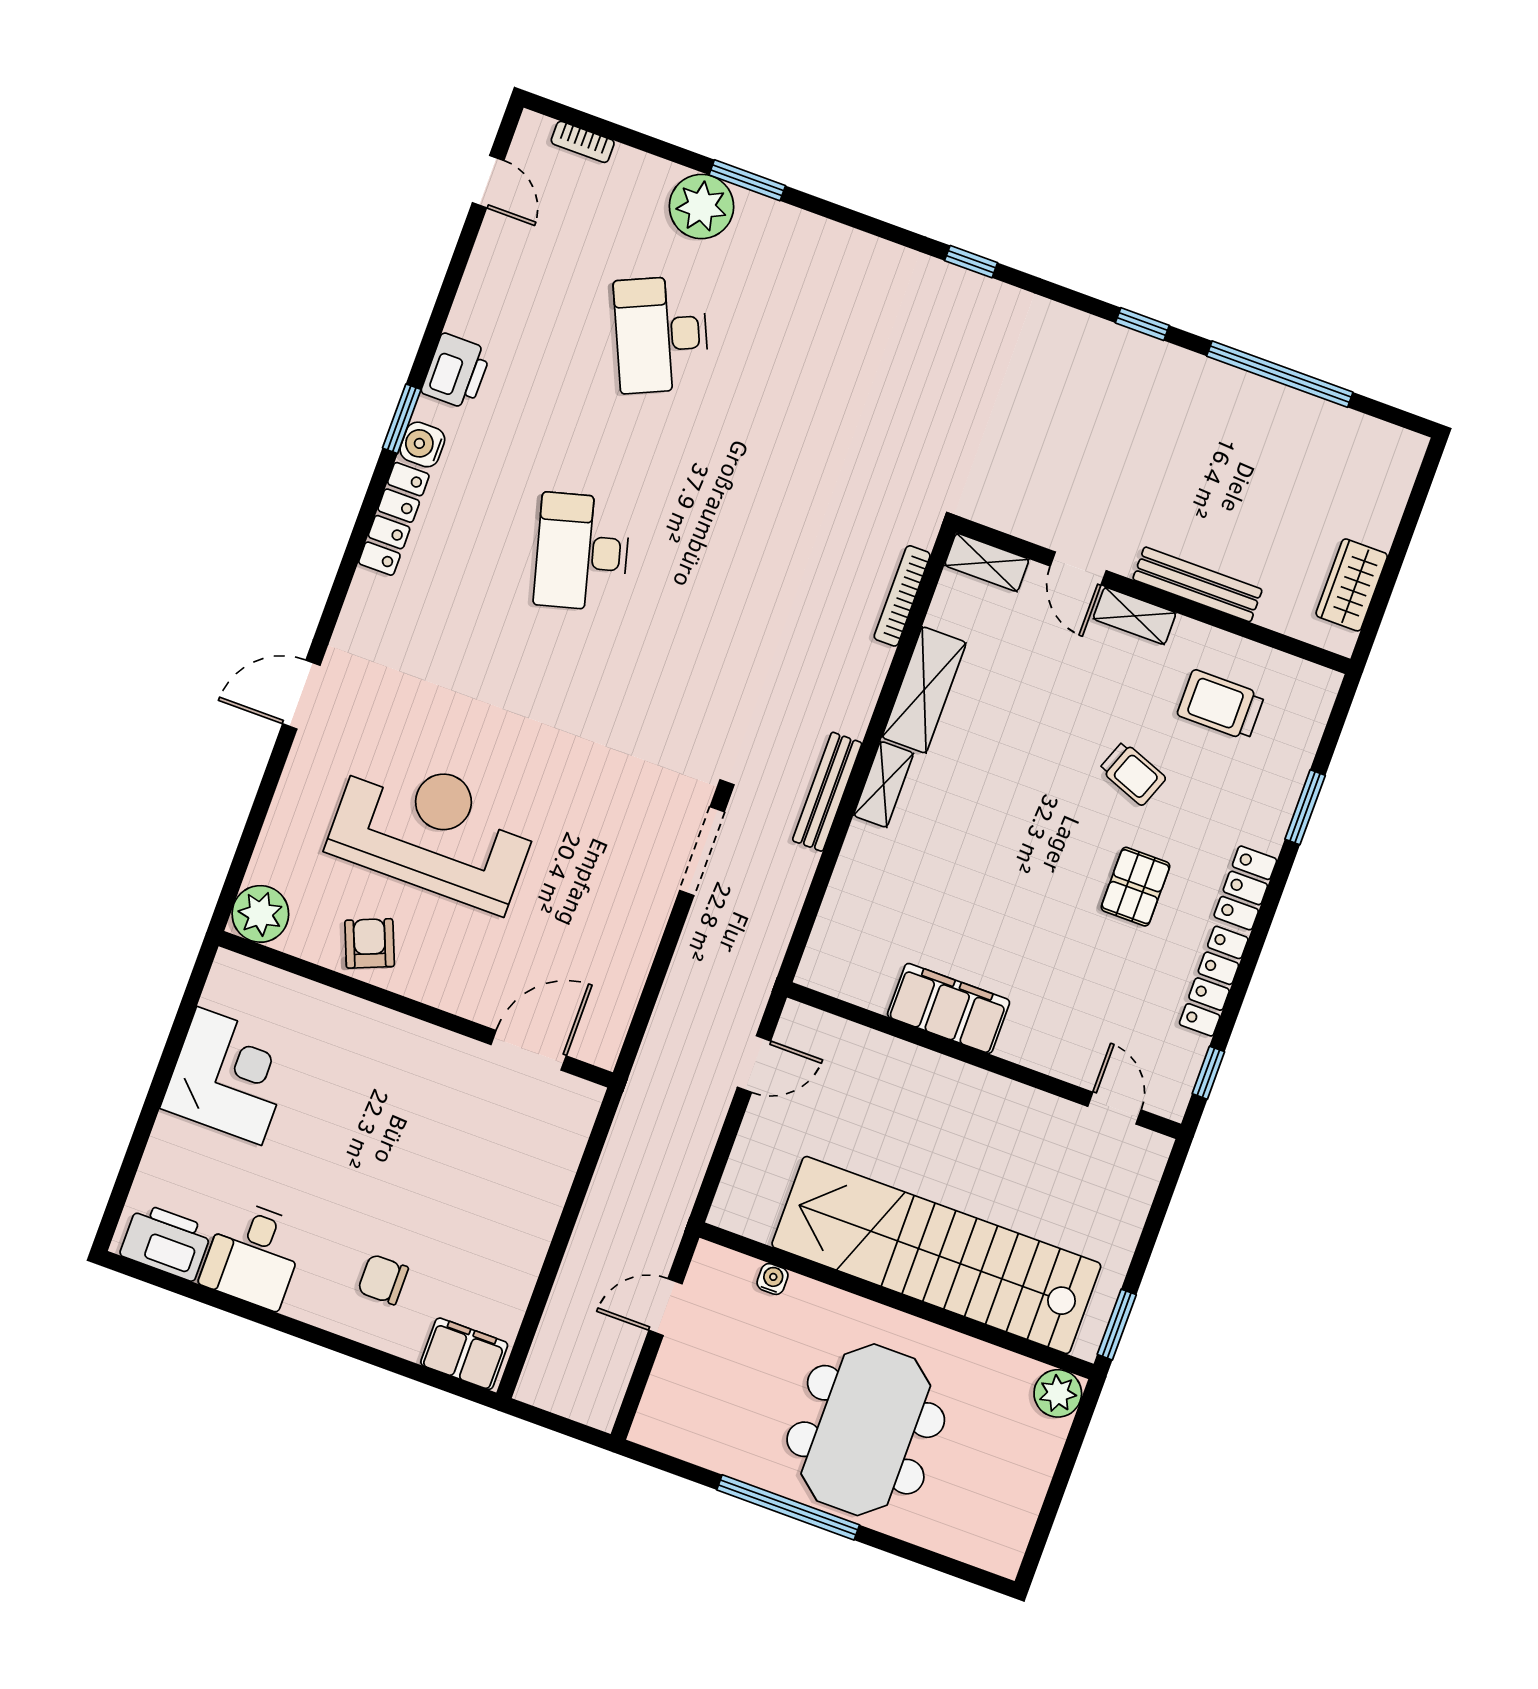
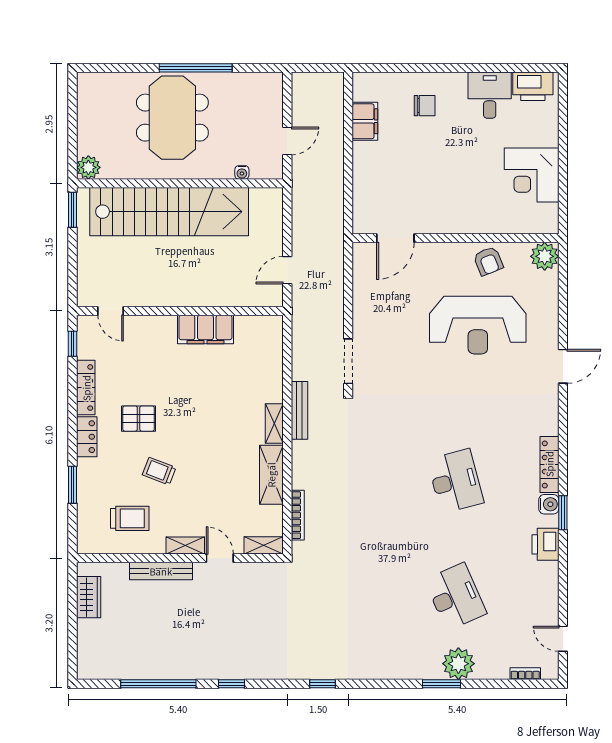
pallet: (1135, 887) -> (139, 419), turned 90
filing cabinet: (464, 1354) -> (365, 121), moved, turned -90

